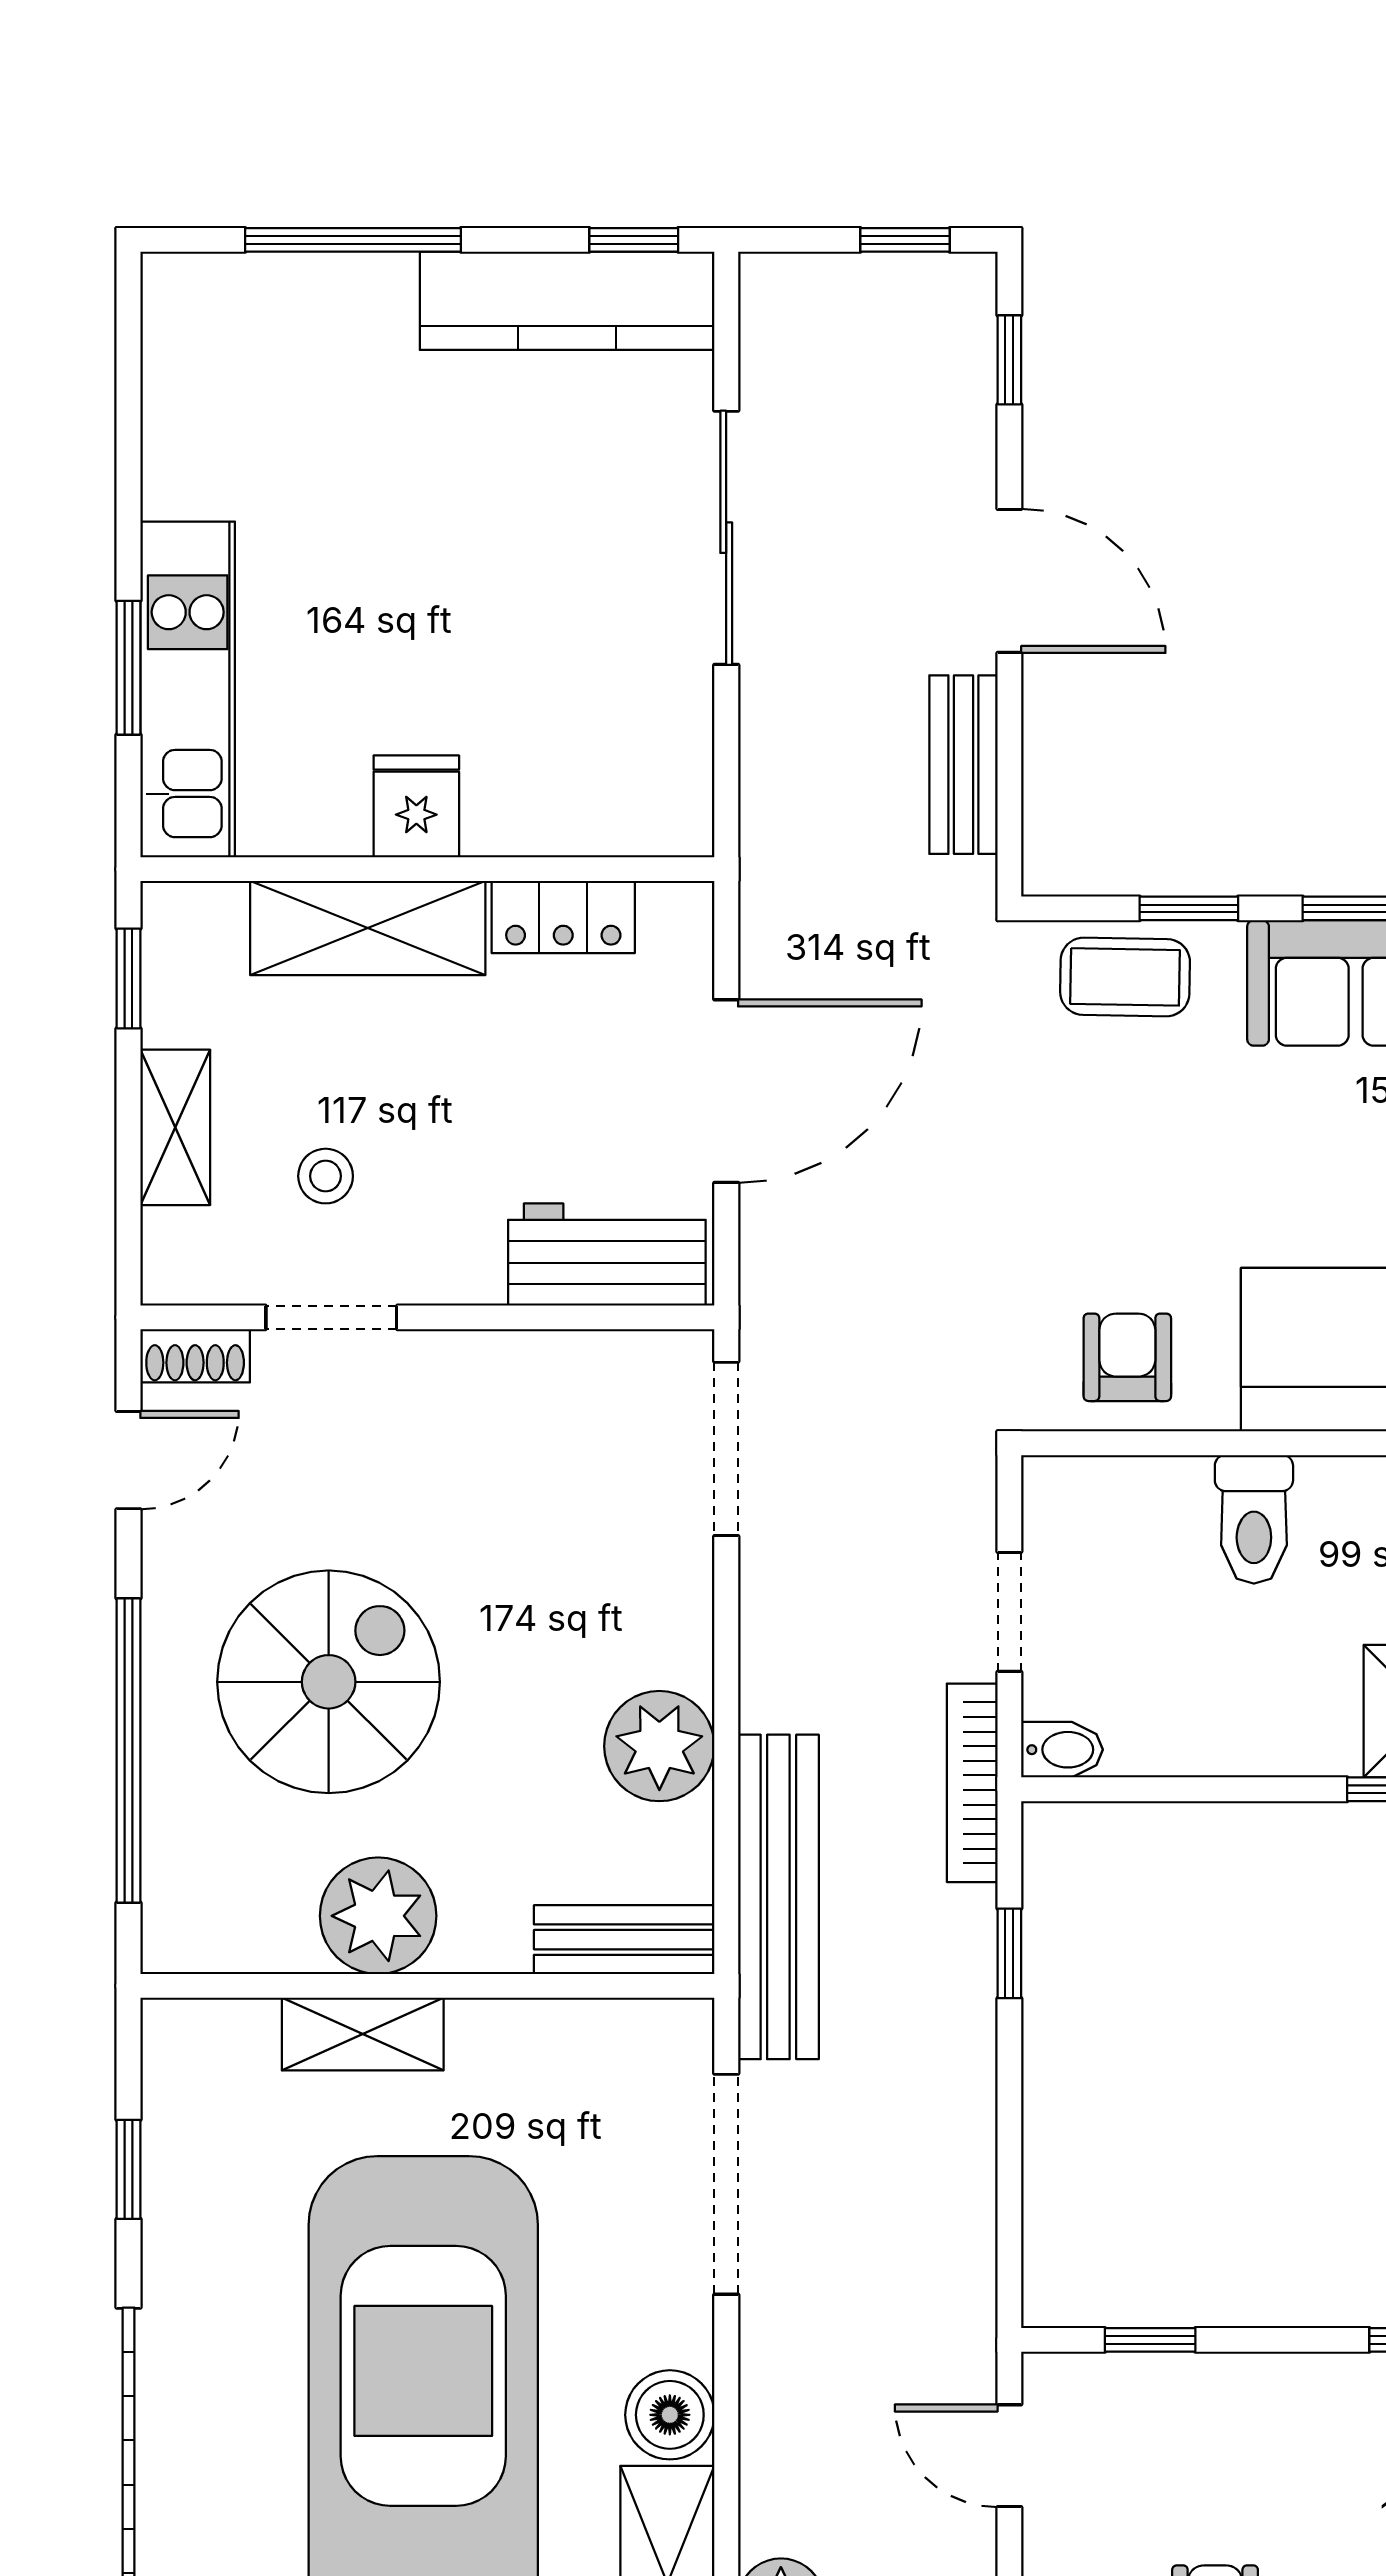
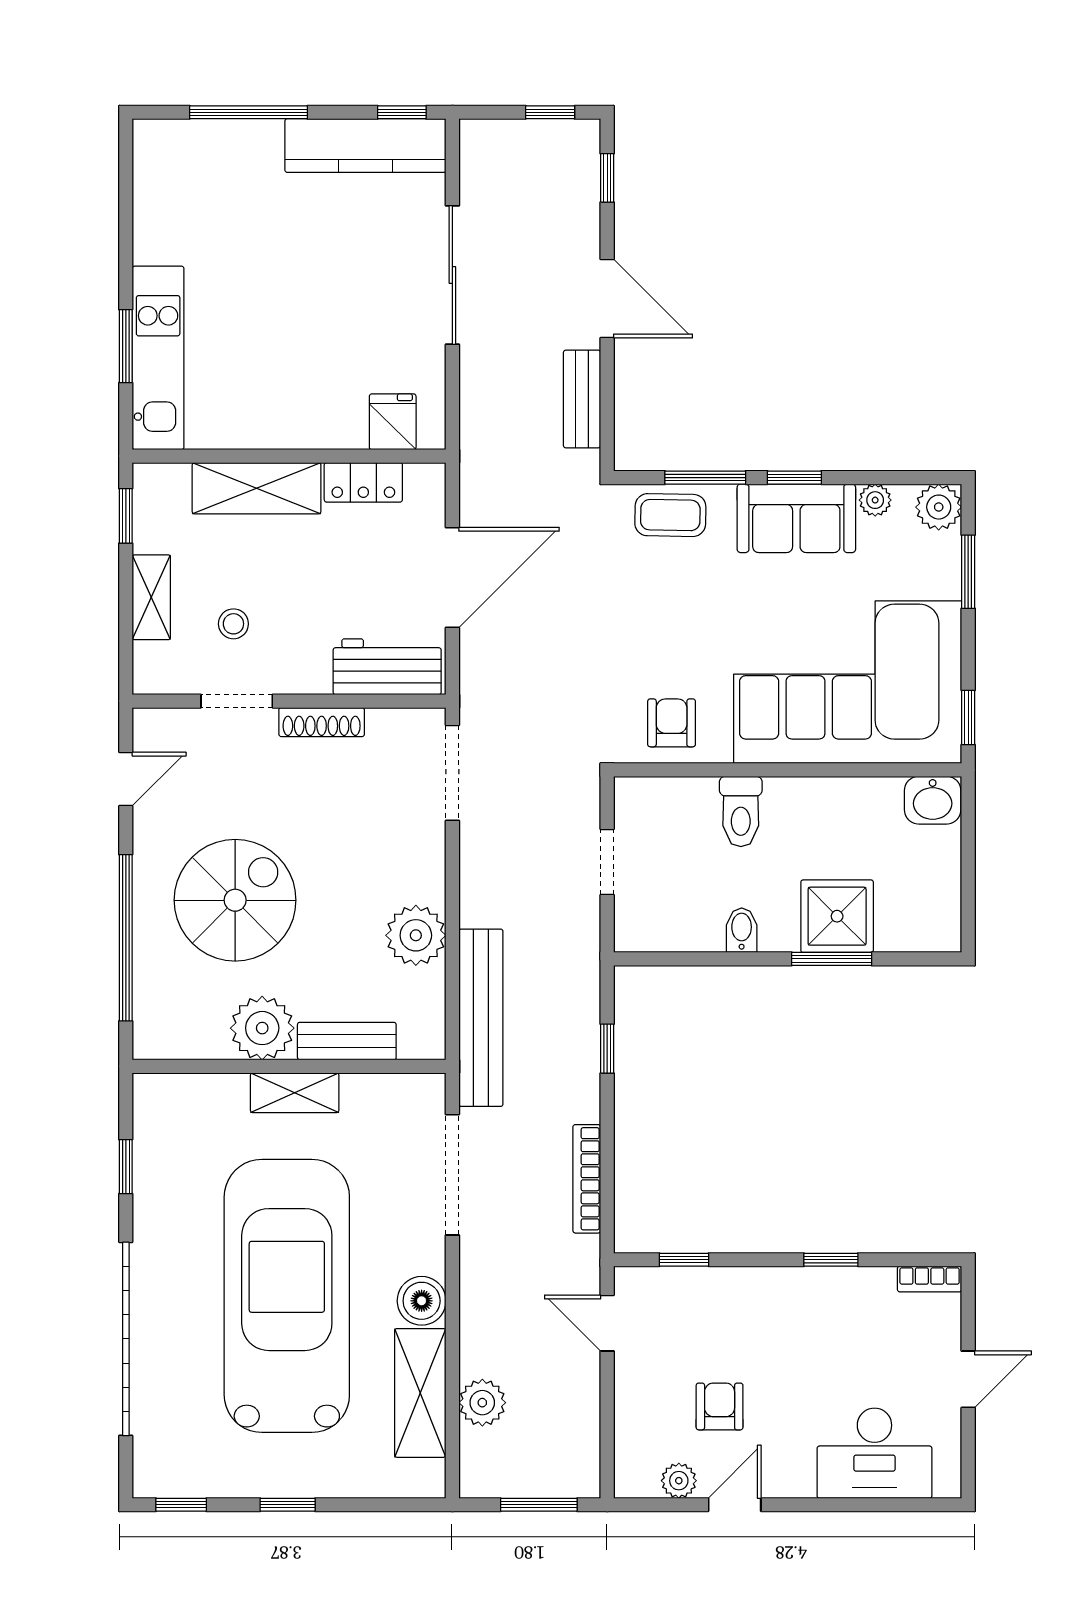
fridge: (416, 806) -> (393, 422), moved
window: (1189, 908) -> (705, 478), width x1.50
shoe rack: (195, 1356) -> (322, 722), moved, width x1.43
bidet: (1062, 1750) -> (742, 930), moved, turned -90
bookcase: (972, 1783) -> (587, 1179), moved
bench: (624, 1940) -> (347, 1041), moved
shelving: (363, 2034) -> (295, 1093), moved

